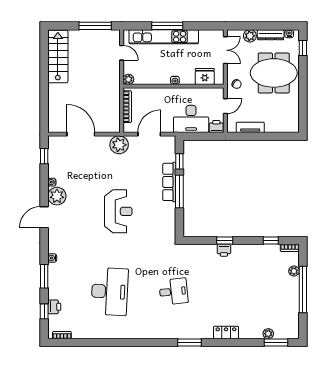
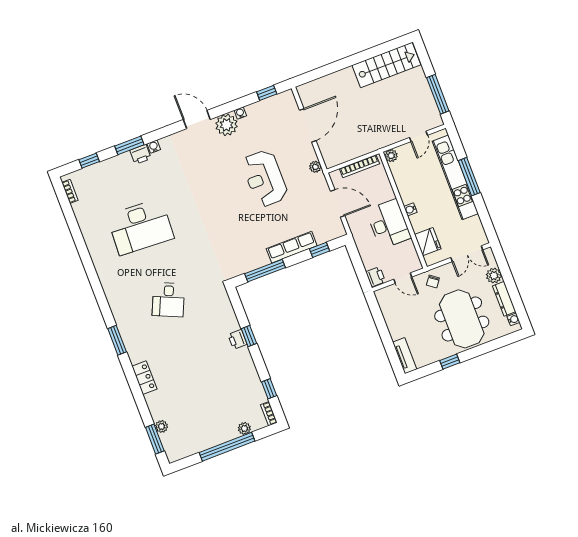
window: (303, 48) -> (450, 362), moved
desk: (191, 119) -> (389, 224), moved, turned 180
tv unit: (250, 127) -> (405, 356), moved
plant: (119, 145) -> (315, 167), width x0.53, depth x0.53
window: (179, 192) -> (265, 271), moved
reception desk: (118, 211) -> (265, 178), moved, turned 90
desk: (173, 291) -> (168, 300), turned 30
printer: (54, 307) -> (141, 154), moved

